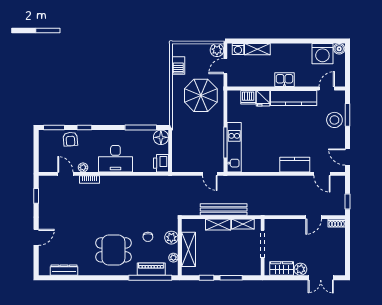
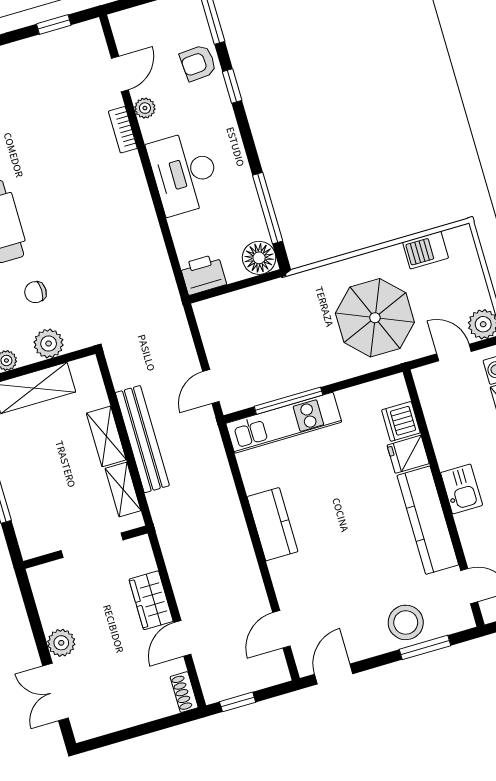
kitchen counter: (295, 165) -> (273, 524), moved
door: (314, 217) -> (182, 638), hinge flipped
wardrobe: (282, 269) -> (151, 600), moved, turned 180

